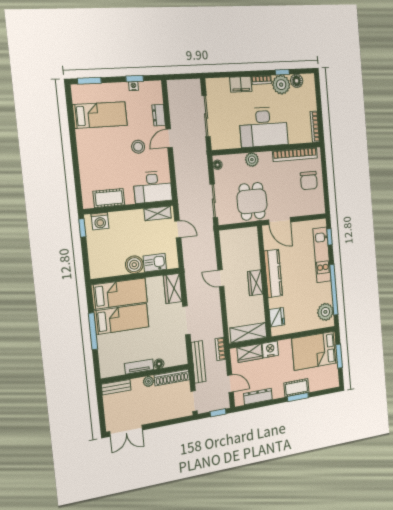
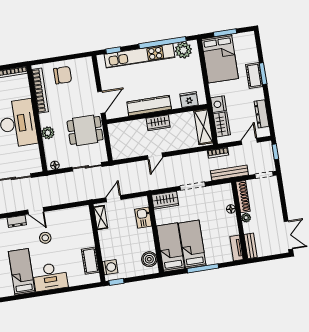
desk: (153, 187) -> (50, 277), moved, turned 90
kitchen unit: (322, 255) -> (140, 56), width x1.36
boiler: (134, 265) -> (149, 259), moved
tv unit: (139, 367) -> (236, 248), moved

